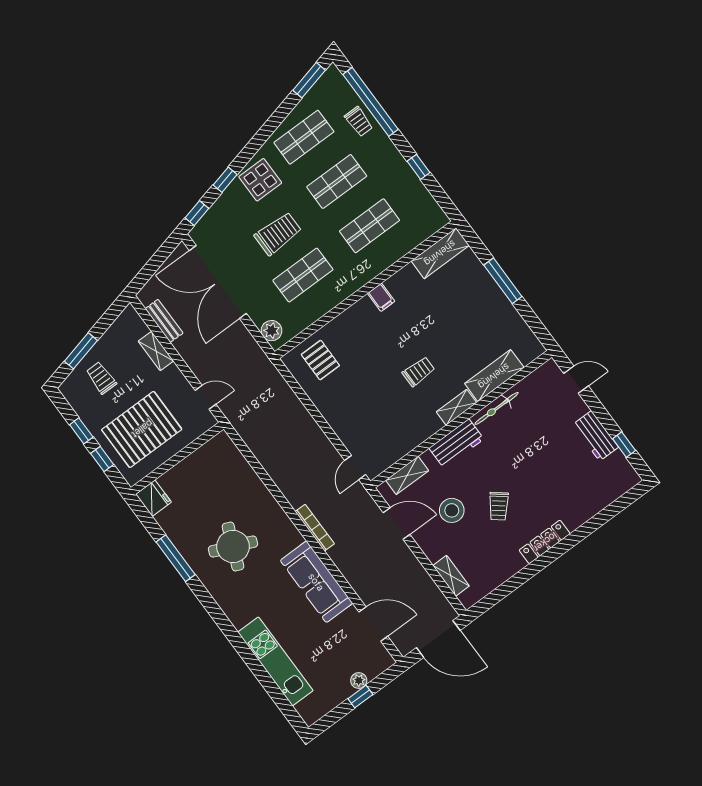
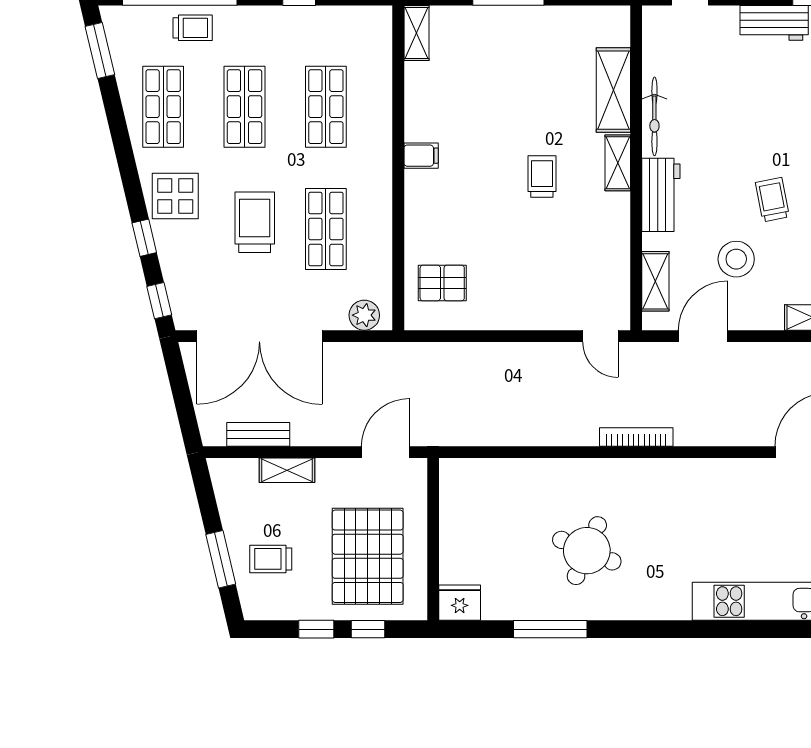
shelving: (440, 253) -> (417, 33), width x0.67, depth x0.75
door: (205, 397) -> (385, 452), width x1.38
trolley: (499, 506) -> (772, 200), turned -140
sofa: (316, 582) -> (702, 482), removed

